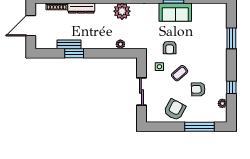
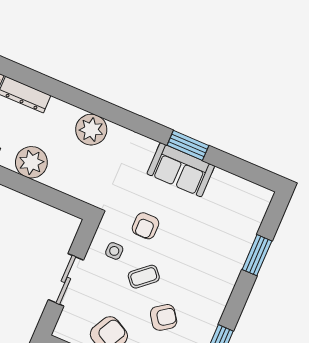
plant: (120, 44) -> (31, 162), moved, width x1.87, depth x1.87
armchair: (198, 89) -> (164, 317), turned 147

